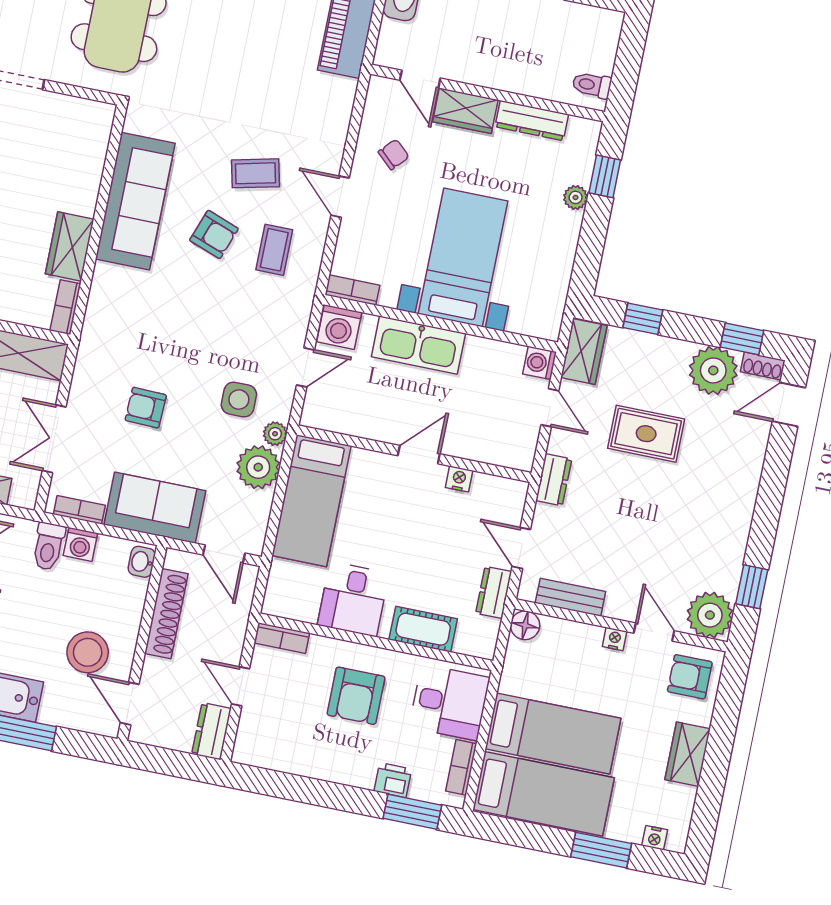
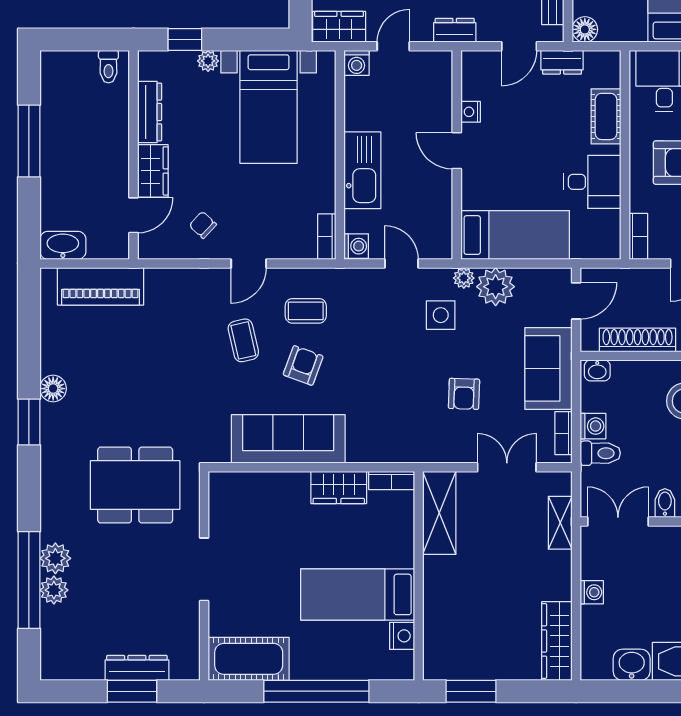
bed with nightstands: (463, 257) -> (269, 107), moved, turned -90
washing machine: (339, 327) -> (356, 246), width x0.73, depth x0.73
double door: (54, 439) -> (507, 467), swing flipped

